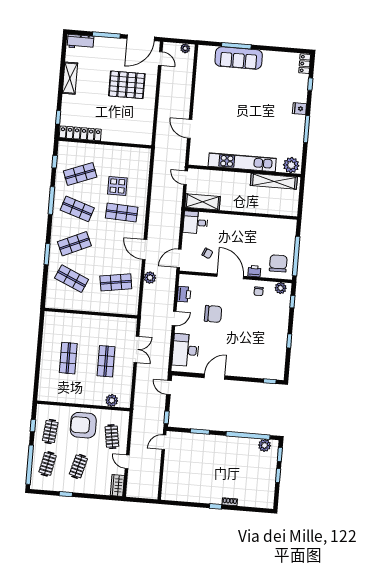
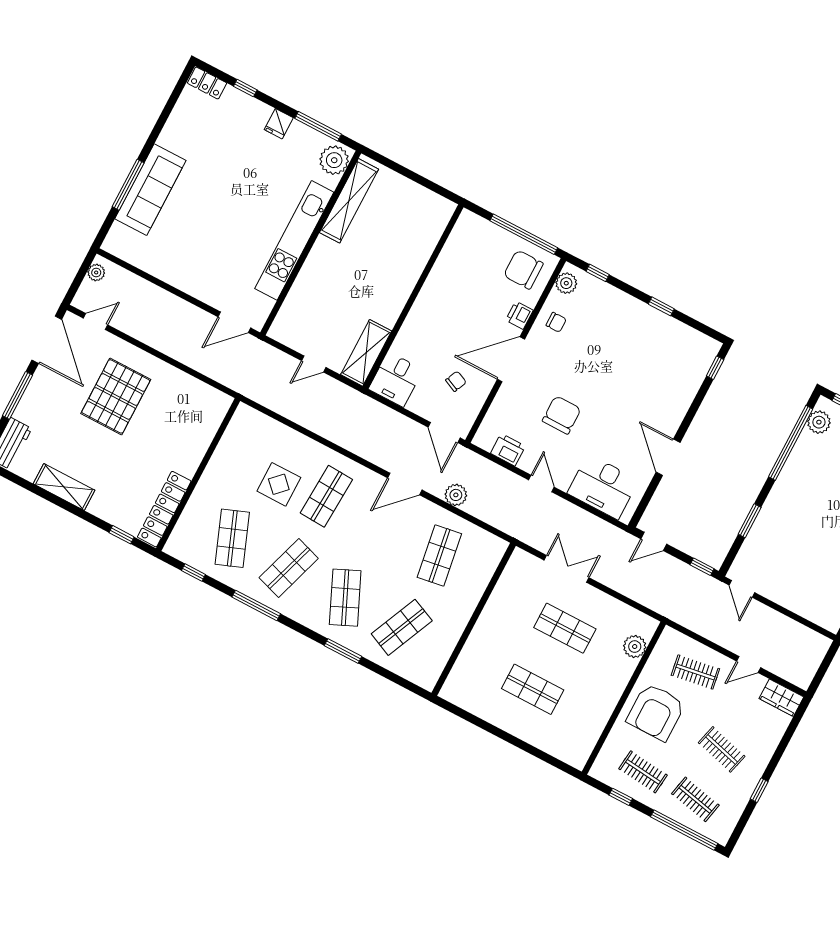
kitchen unit: (242, 162) -> (294, 240), moved
plant: (291, 165) -> (334, 160), moved
wall: (244, 171) -> (311, 243), moved
shelving: (274, 181) -> (349, 201), moved

